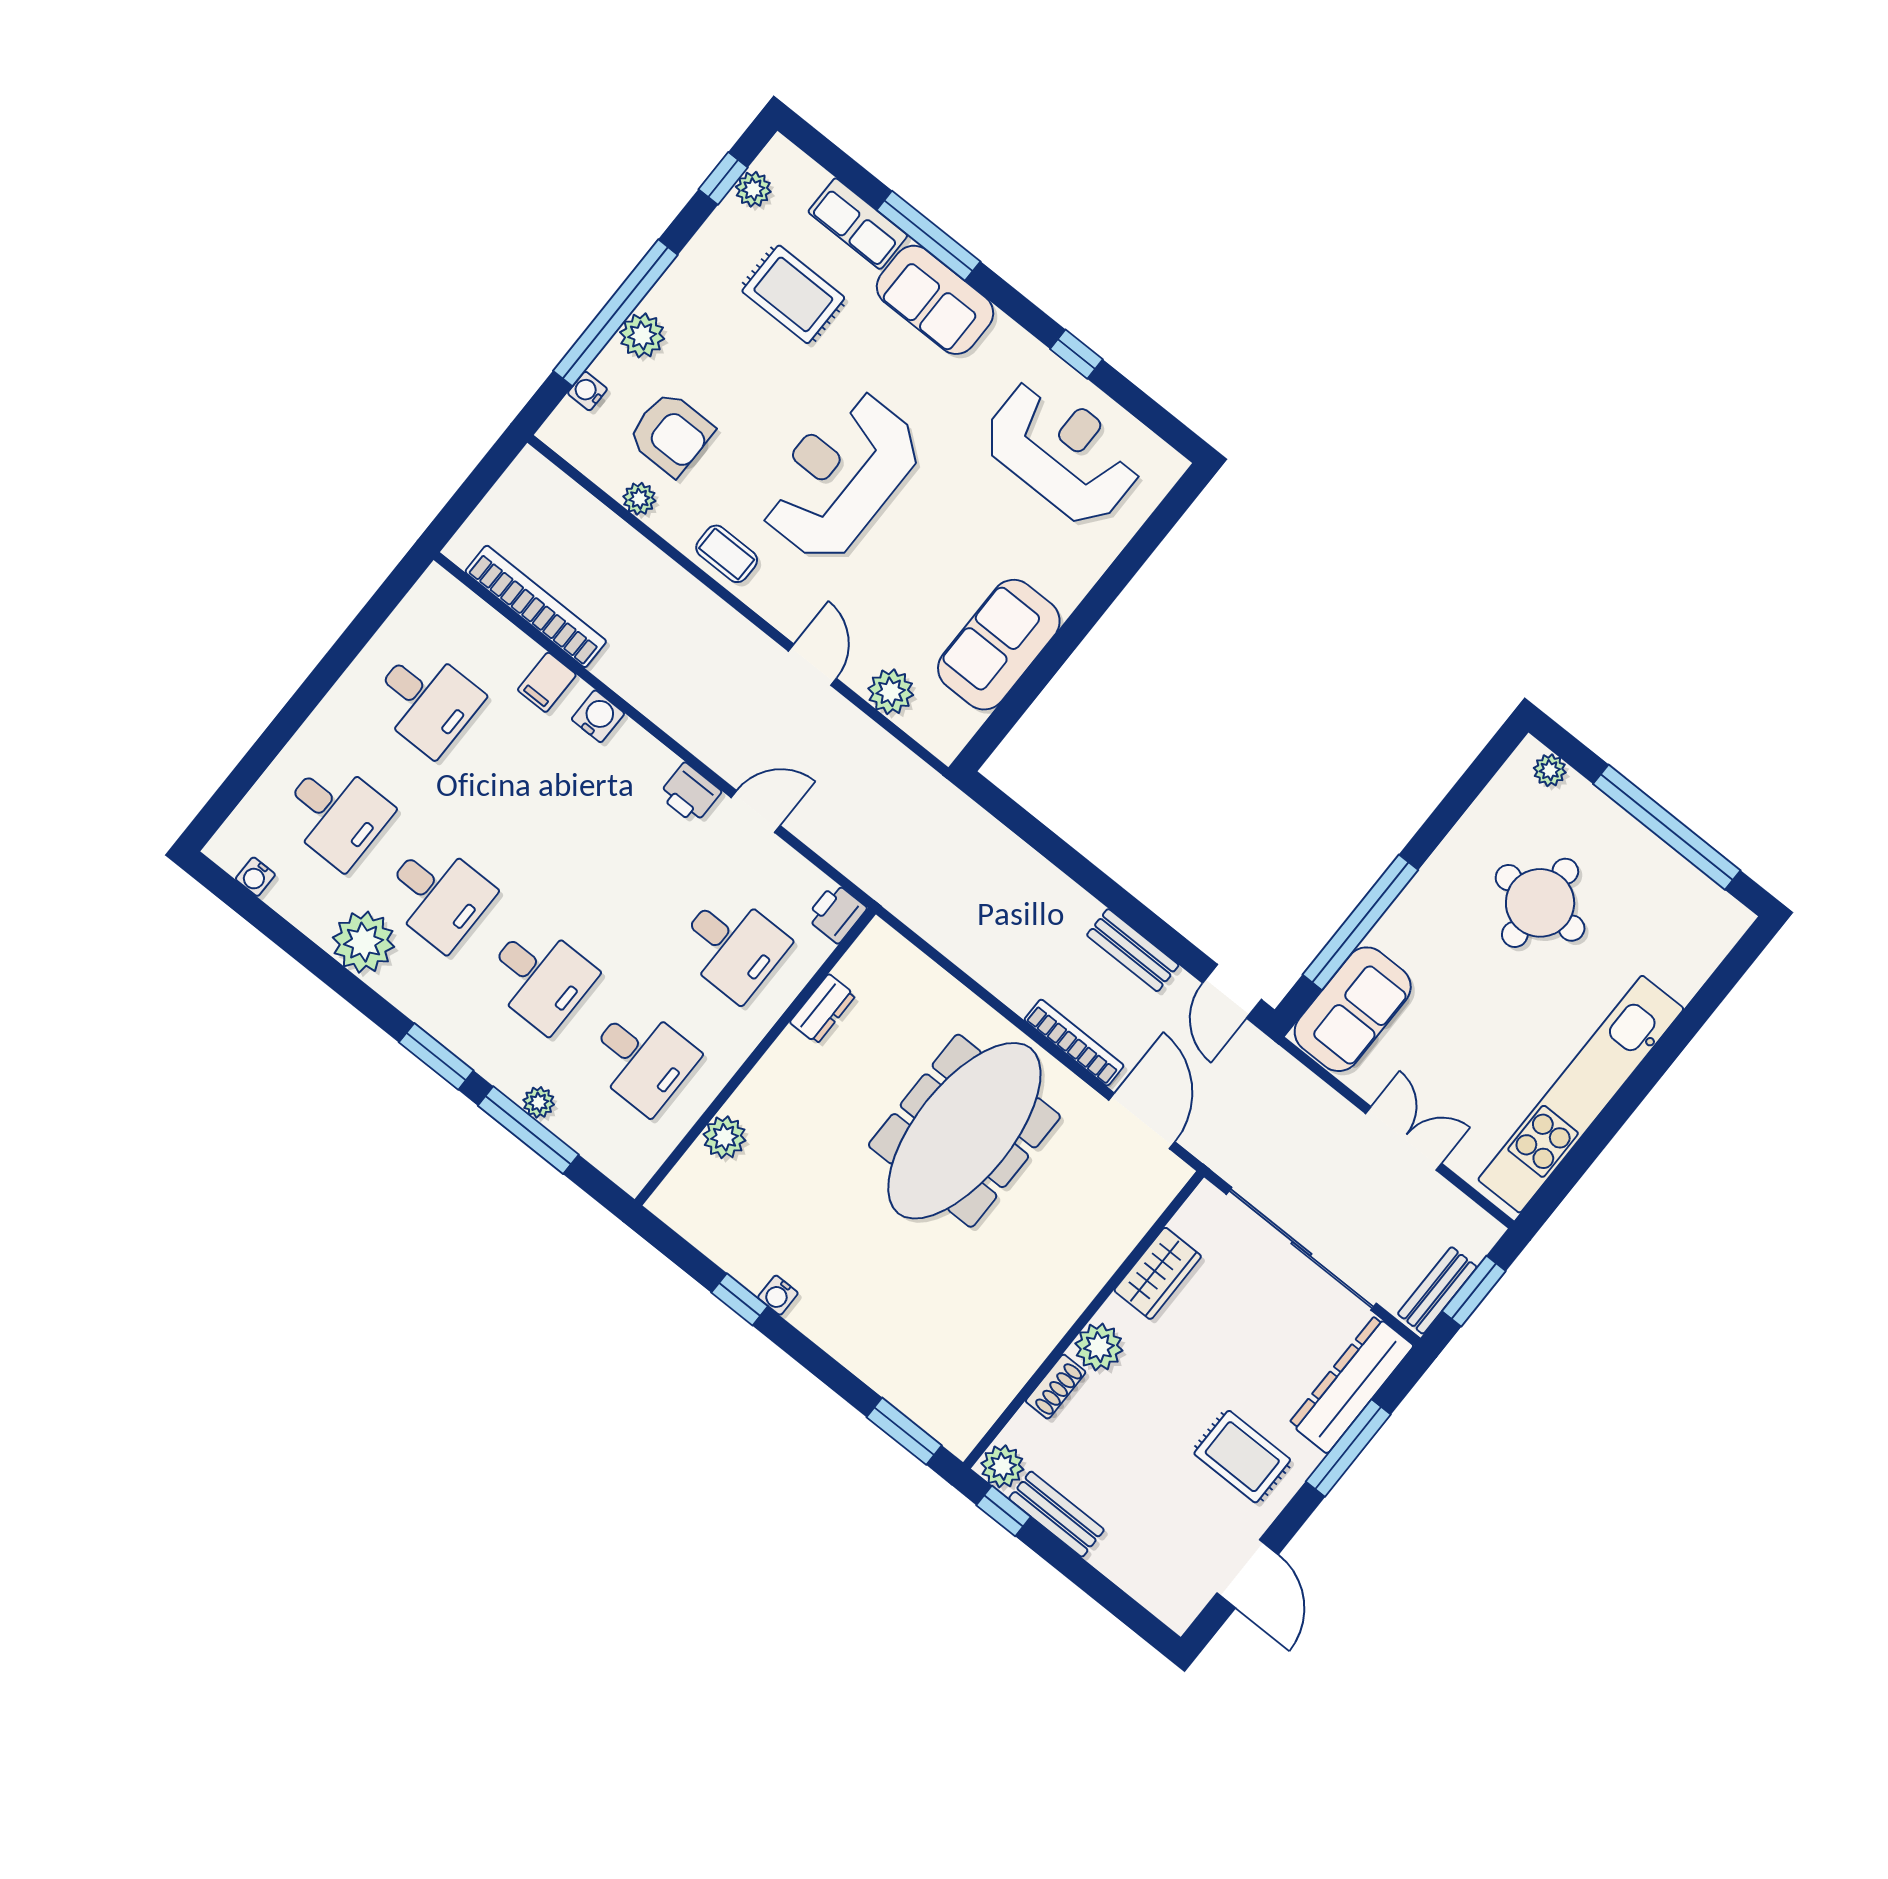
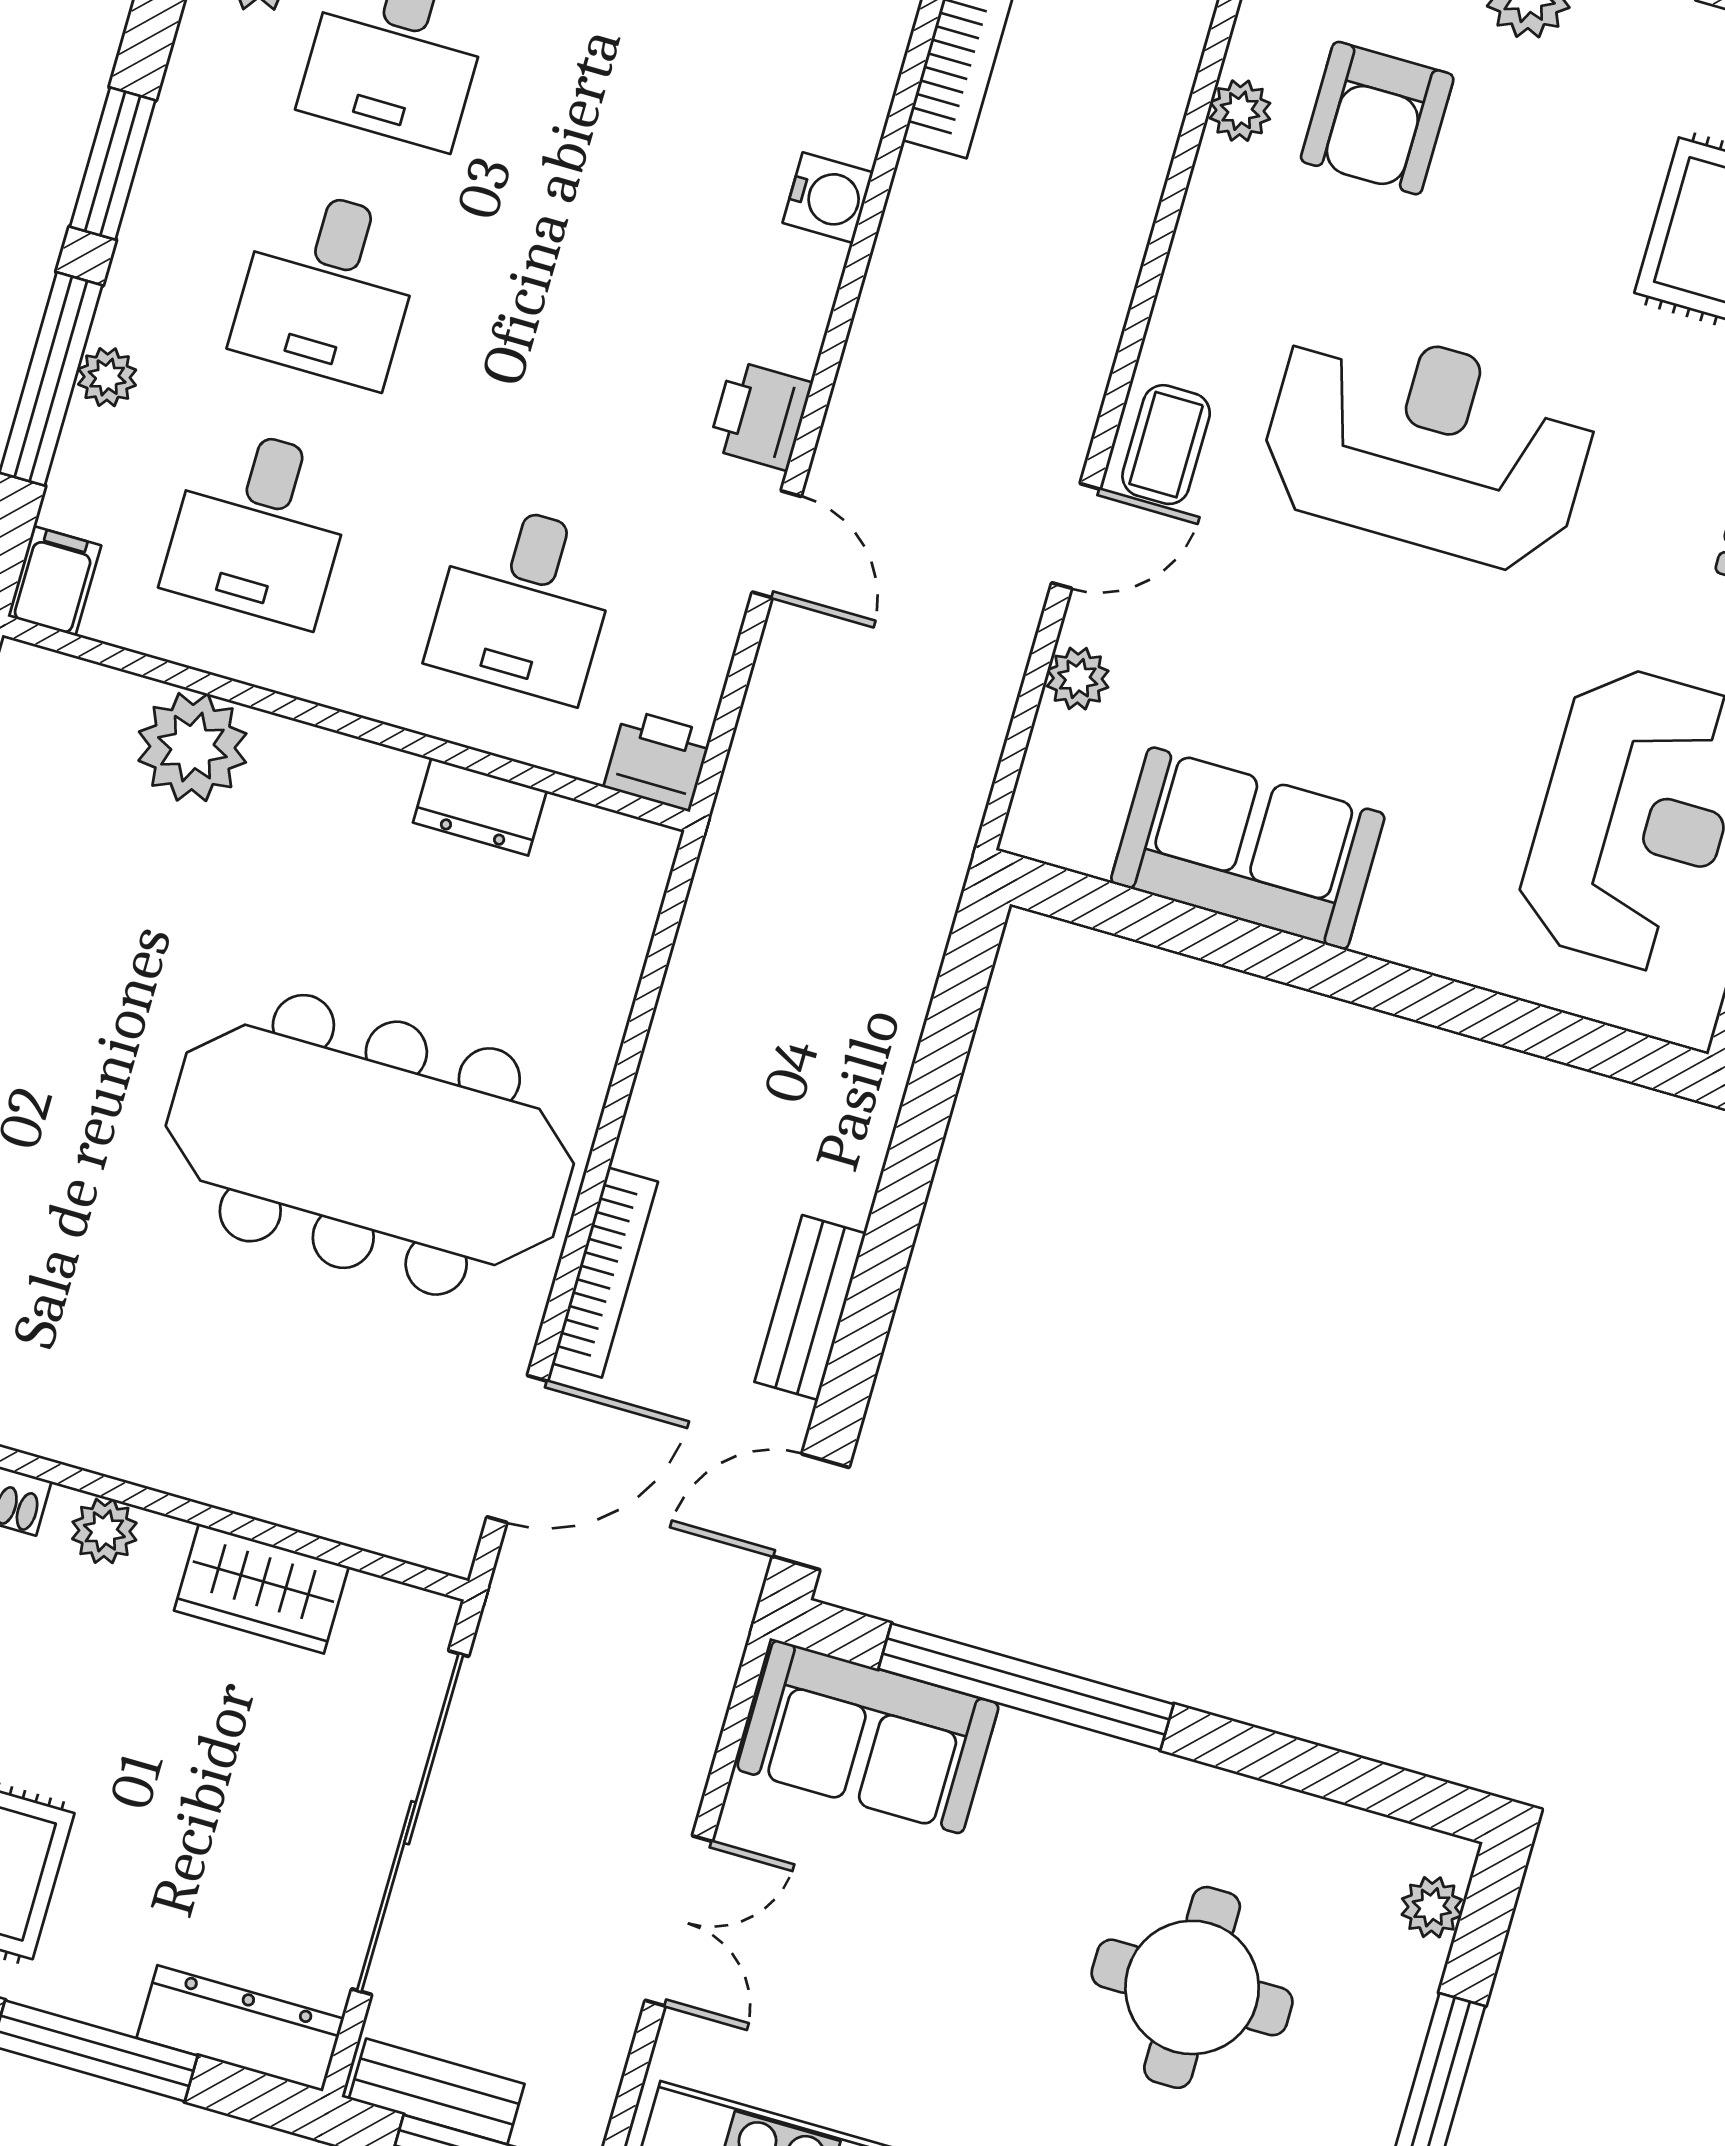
coffee table: (727, 554) -> (1166, 445), moved
filing cabinet: (547, 682) -> (54, 581), moved, turned 90
plant: (891, 692) -> (1078, 679), width x0.73, depth x0.73
plant: (725, 1137) -> (192, 747), width x1.36, depth x1.36
plant: (1099, 1347) -> (104, 1531), width x0.73, depth x0.73
dresser: (1351, 1384) -> (240, 2028), width x0.73, depth x0.80

